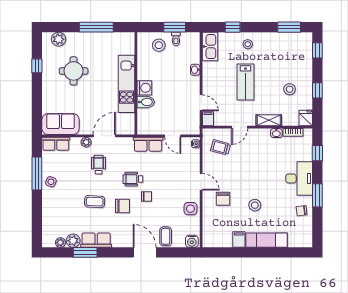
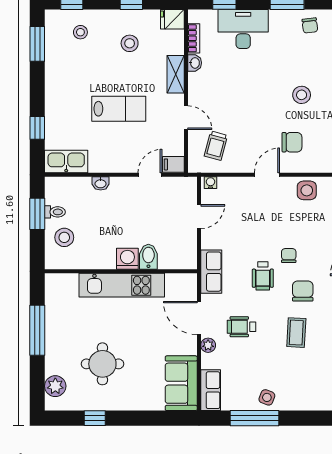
stool: (248, 44) -> (80, 32), moved
row of seats: (148, 144) -> (211, 272), moved
desk: (299, 178) -> (243, 29), moved

